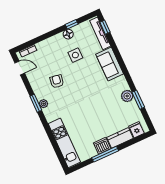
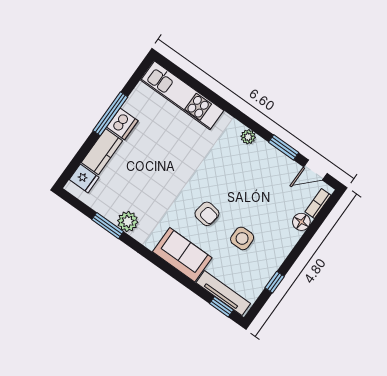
floor lamp: (68, 34) -> (301, 222), moved
armchair: (57, 81) -> (207, 214), moved
window: (36, 103) -> (284, 147), moved

